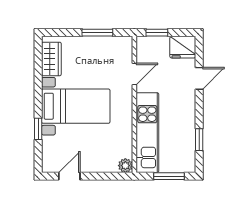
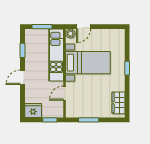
door: (199, 78) -> (23, 77), moved
bed with nightstands: (76, 106) -> (88, 63), moved, turned 180
window: (38, 129) -> (127, 68), moved
door: (69, 176) -> (84, 27), moved

